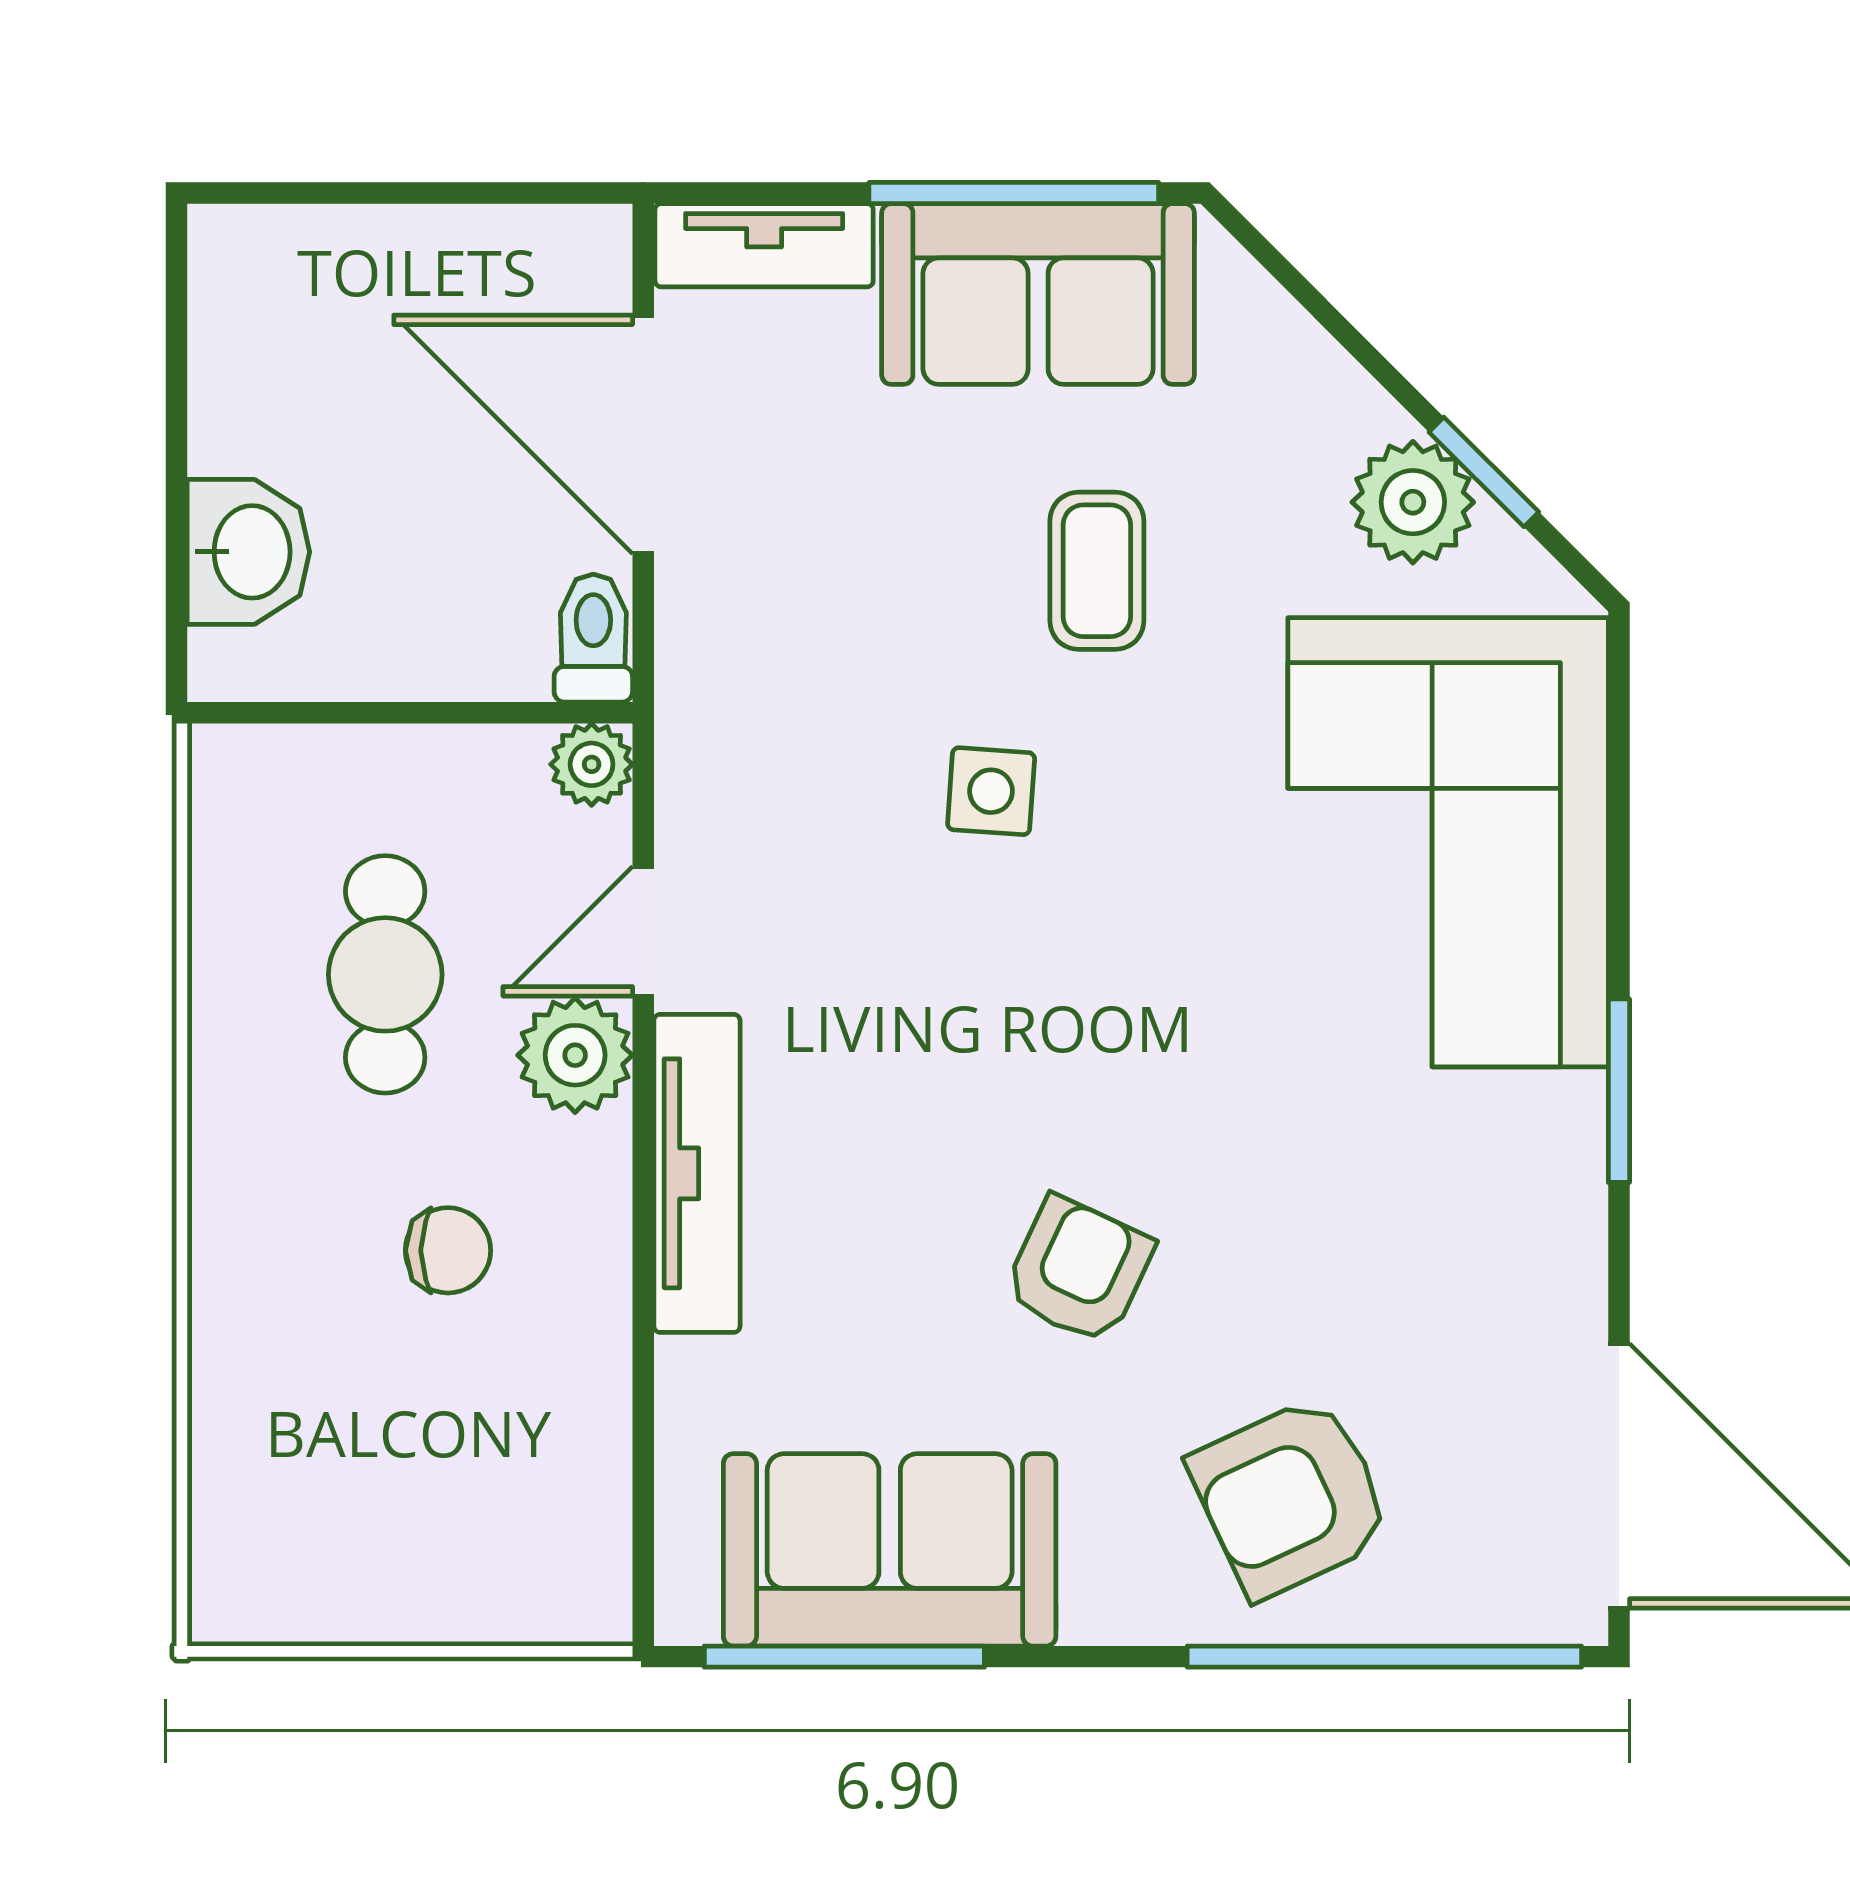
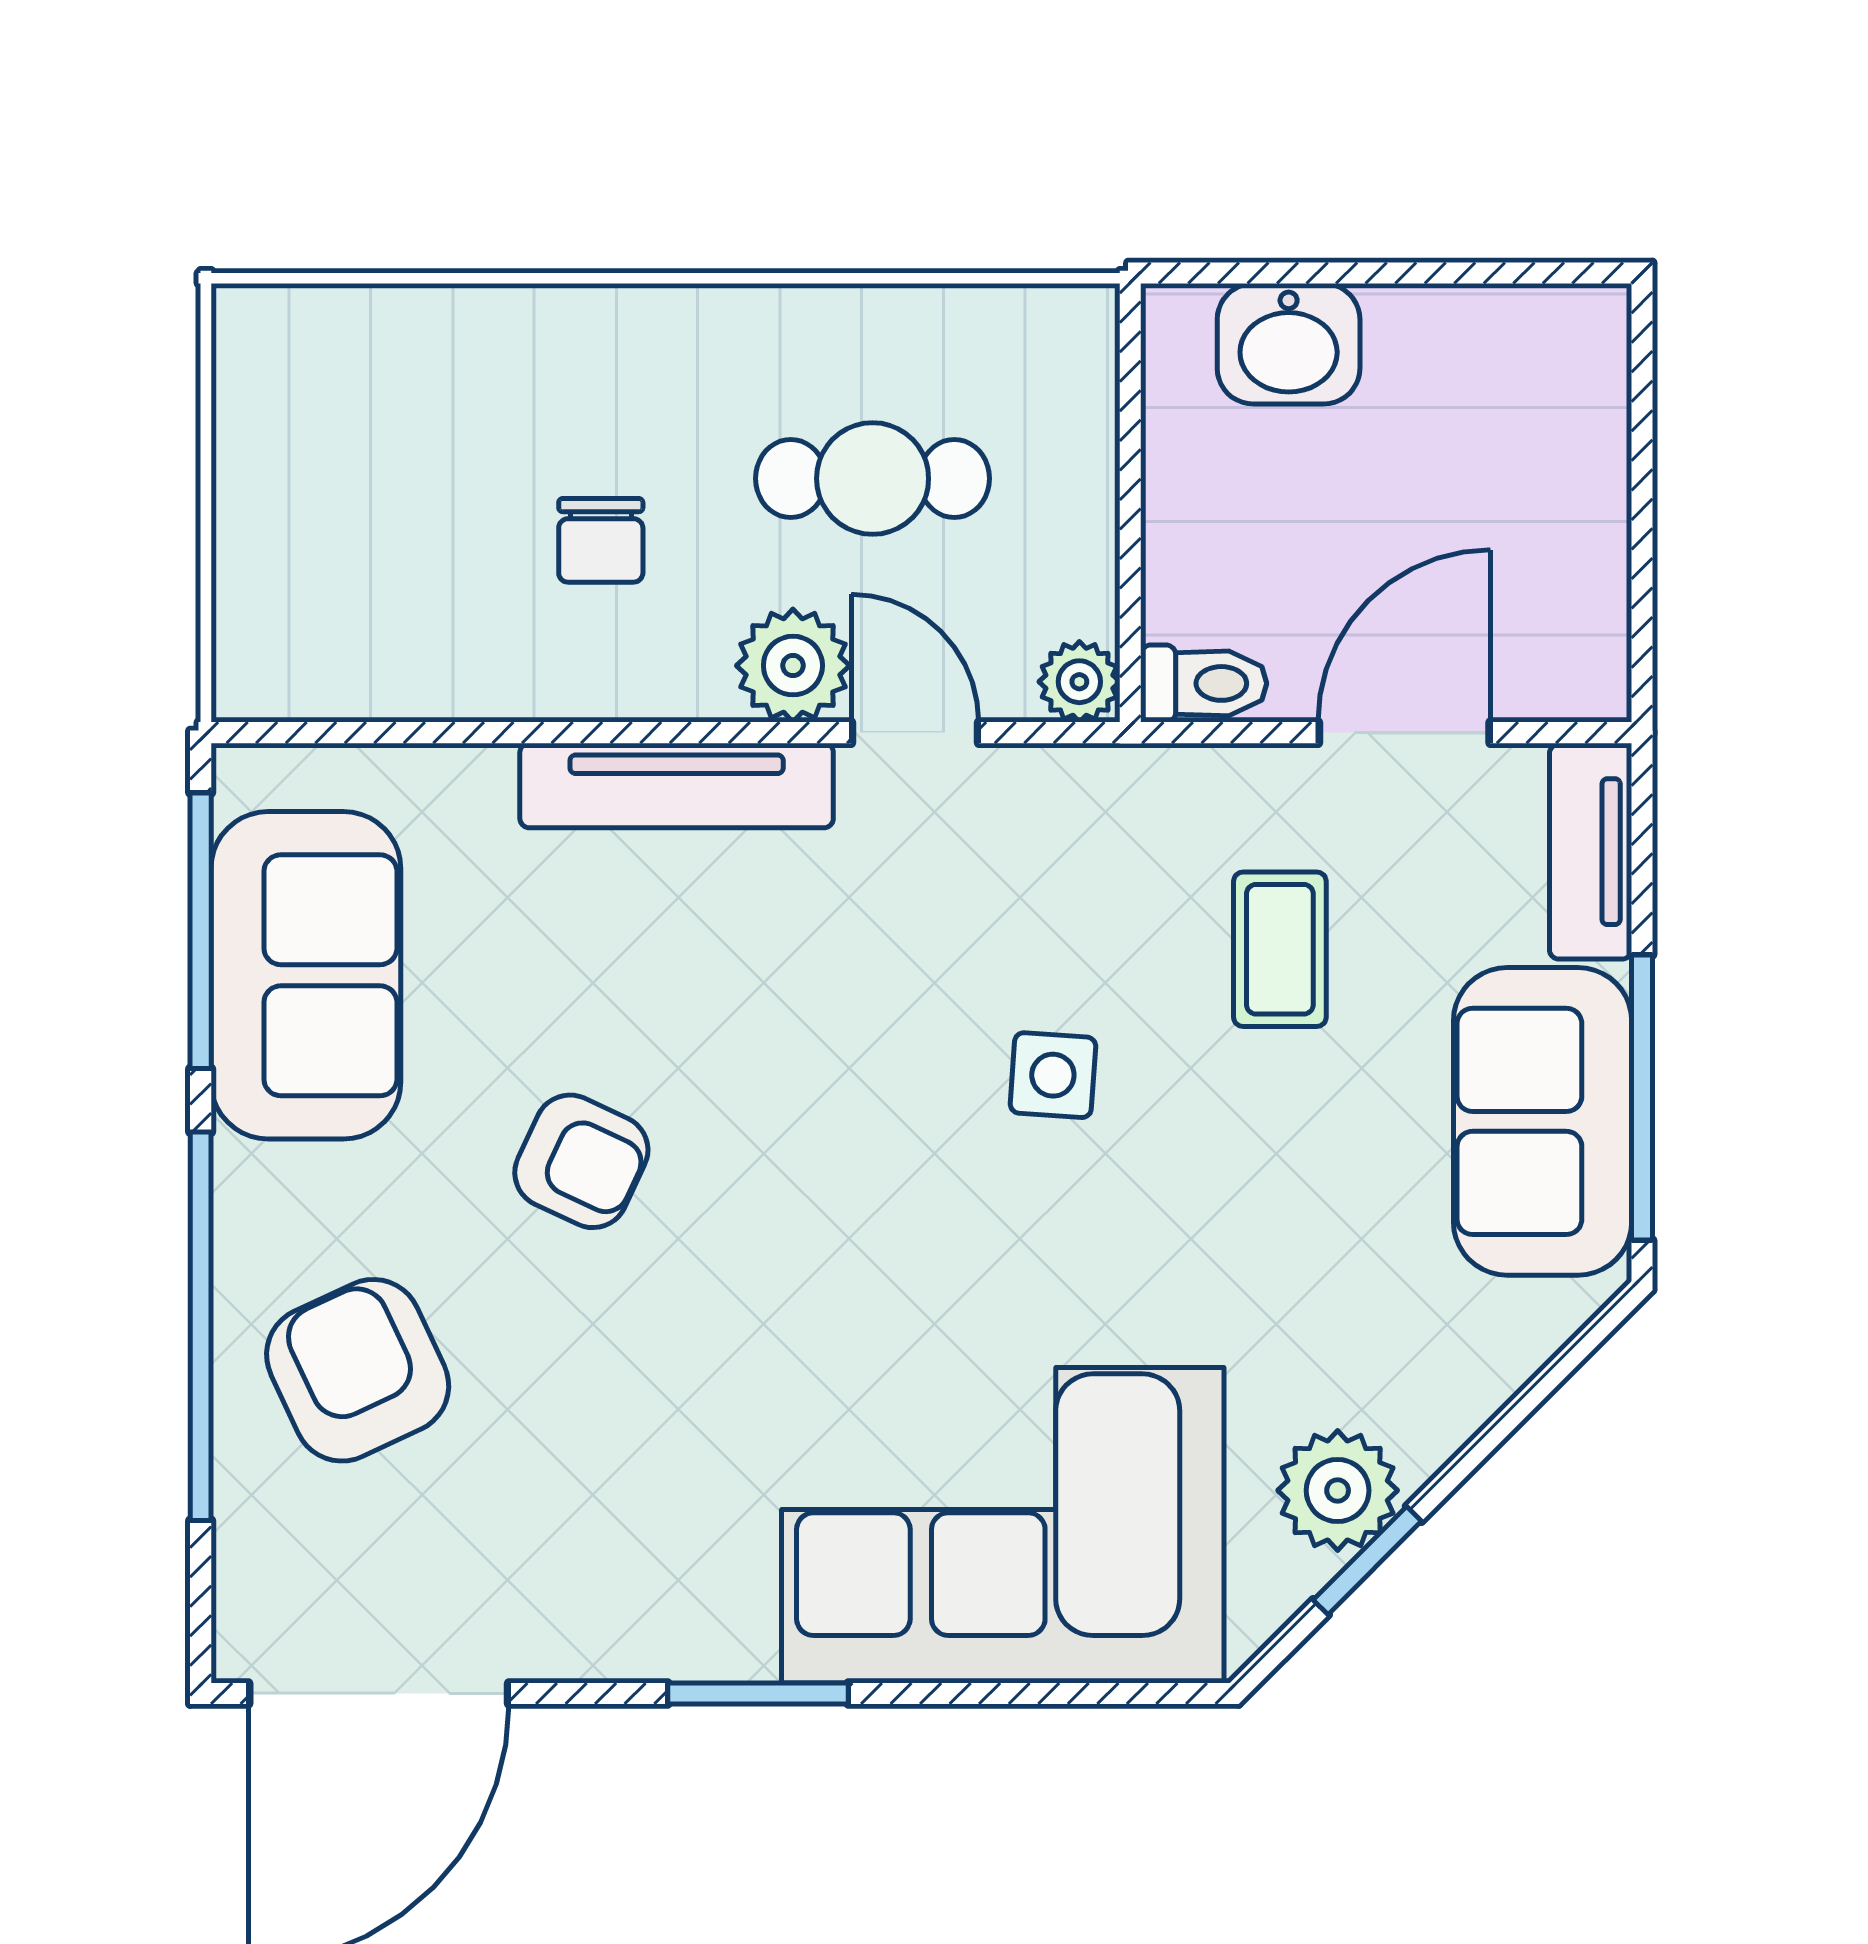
door: (643, 434) -> (1404, 733), width x0.73
coffee table: (1097, 571) -> (1280, 949), moved, turned 90
window: (1384, 1657) -> (201, 1326), moved

